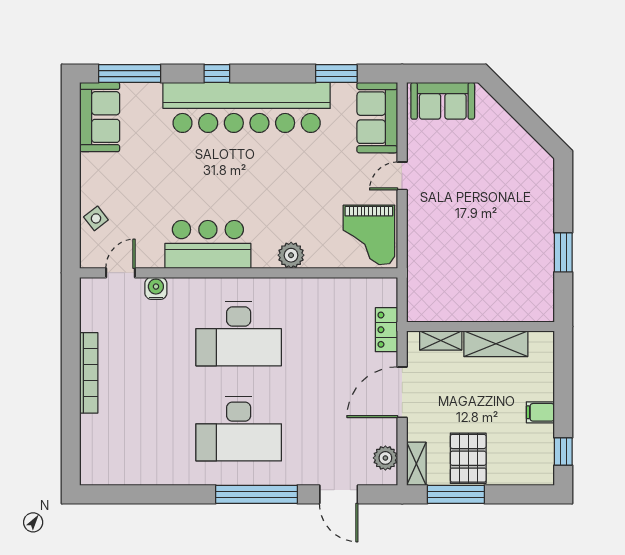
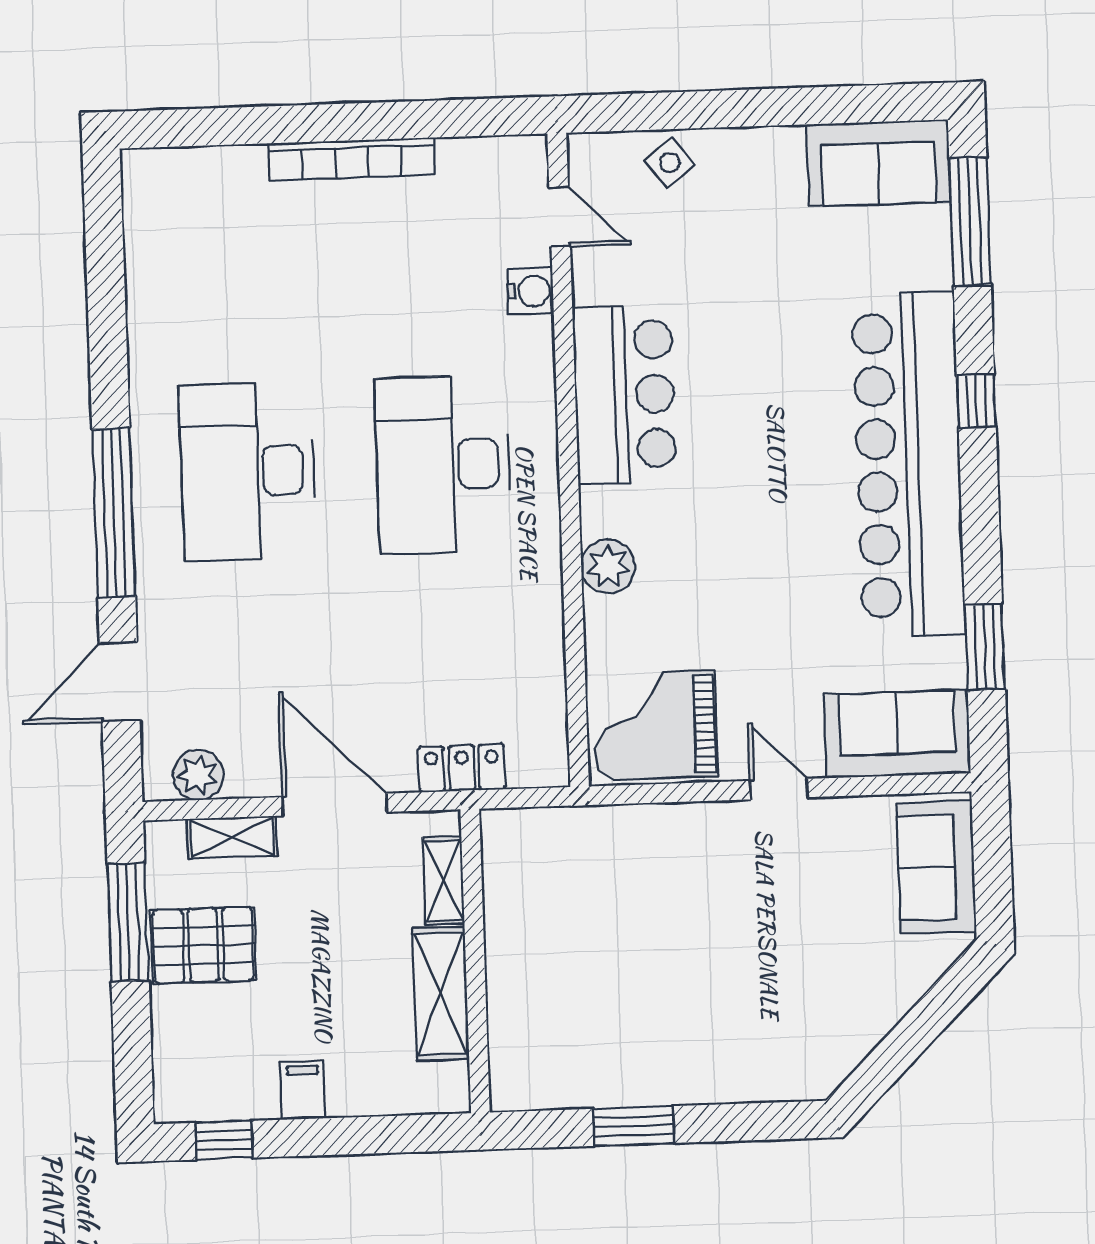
shelving: (416, 464) -> (232, 837), moved

